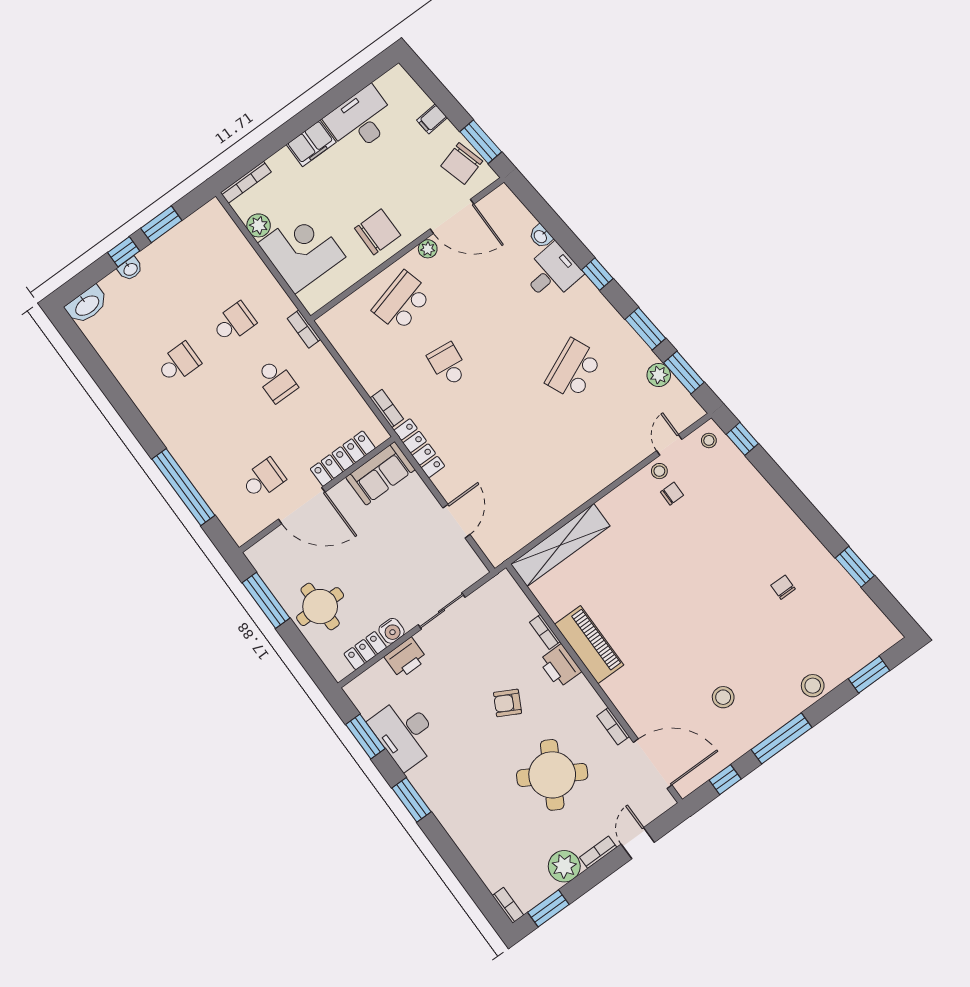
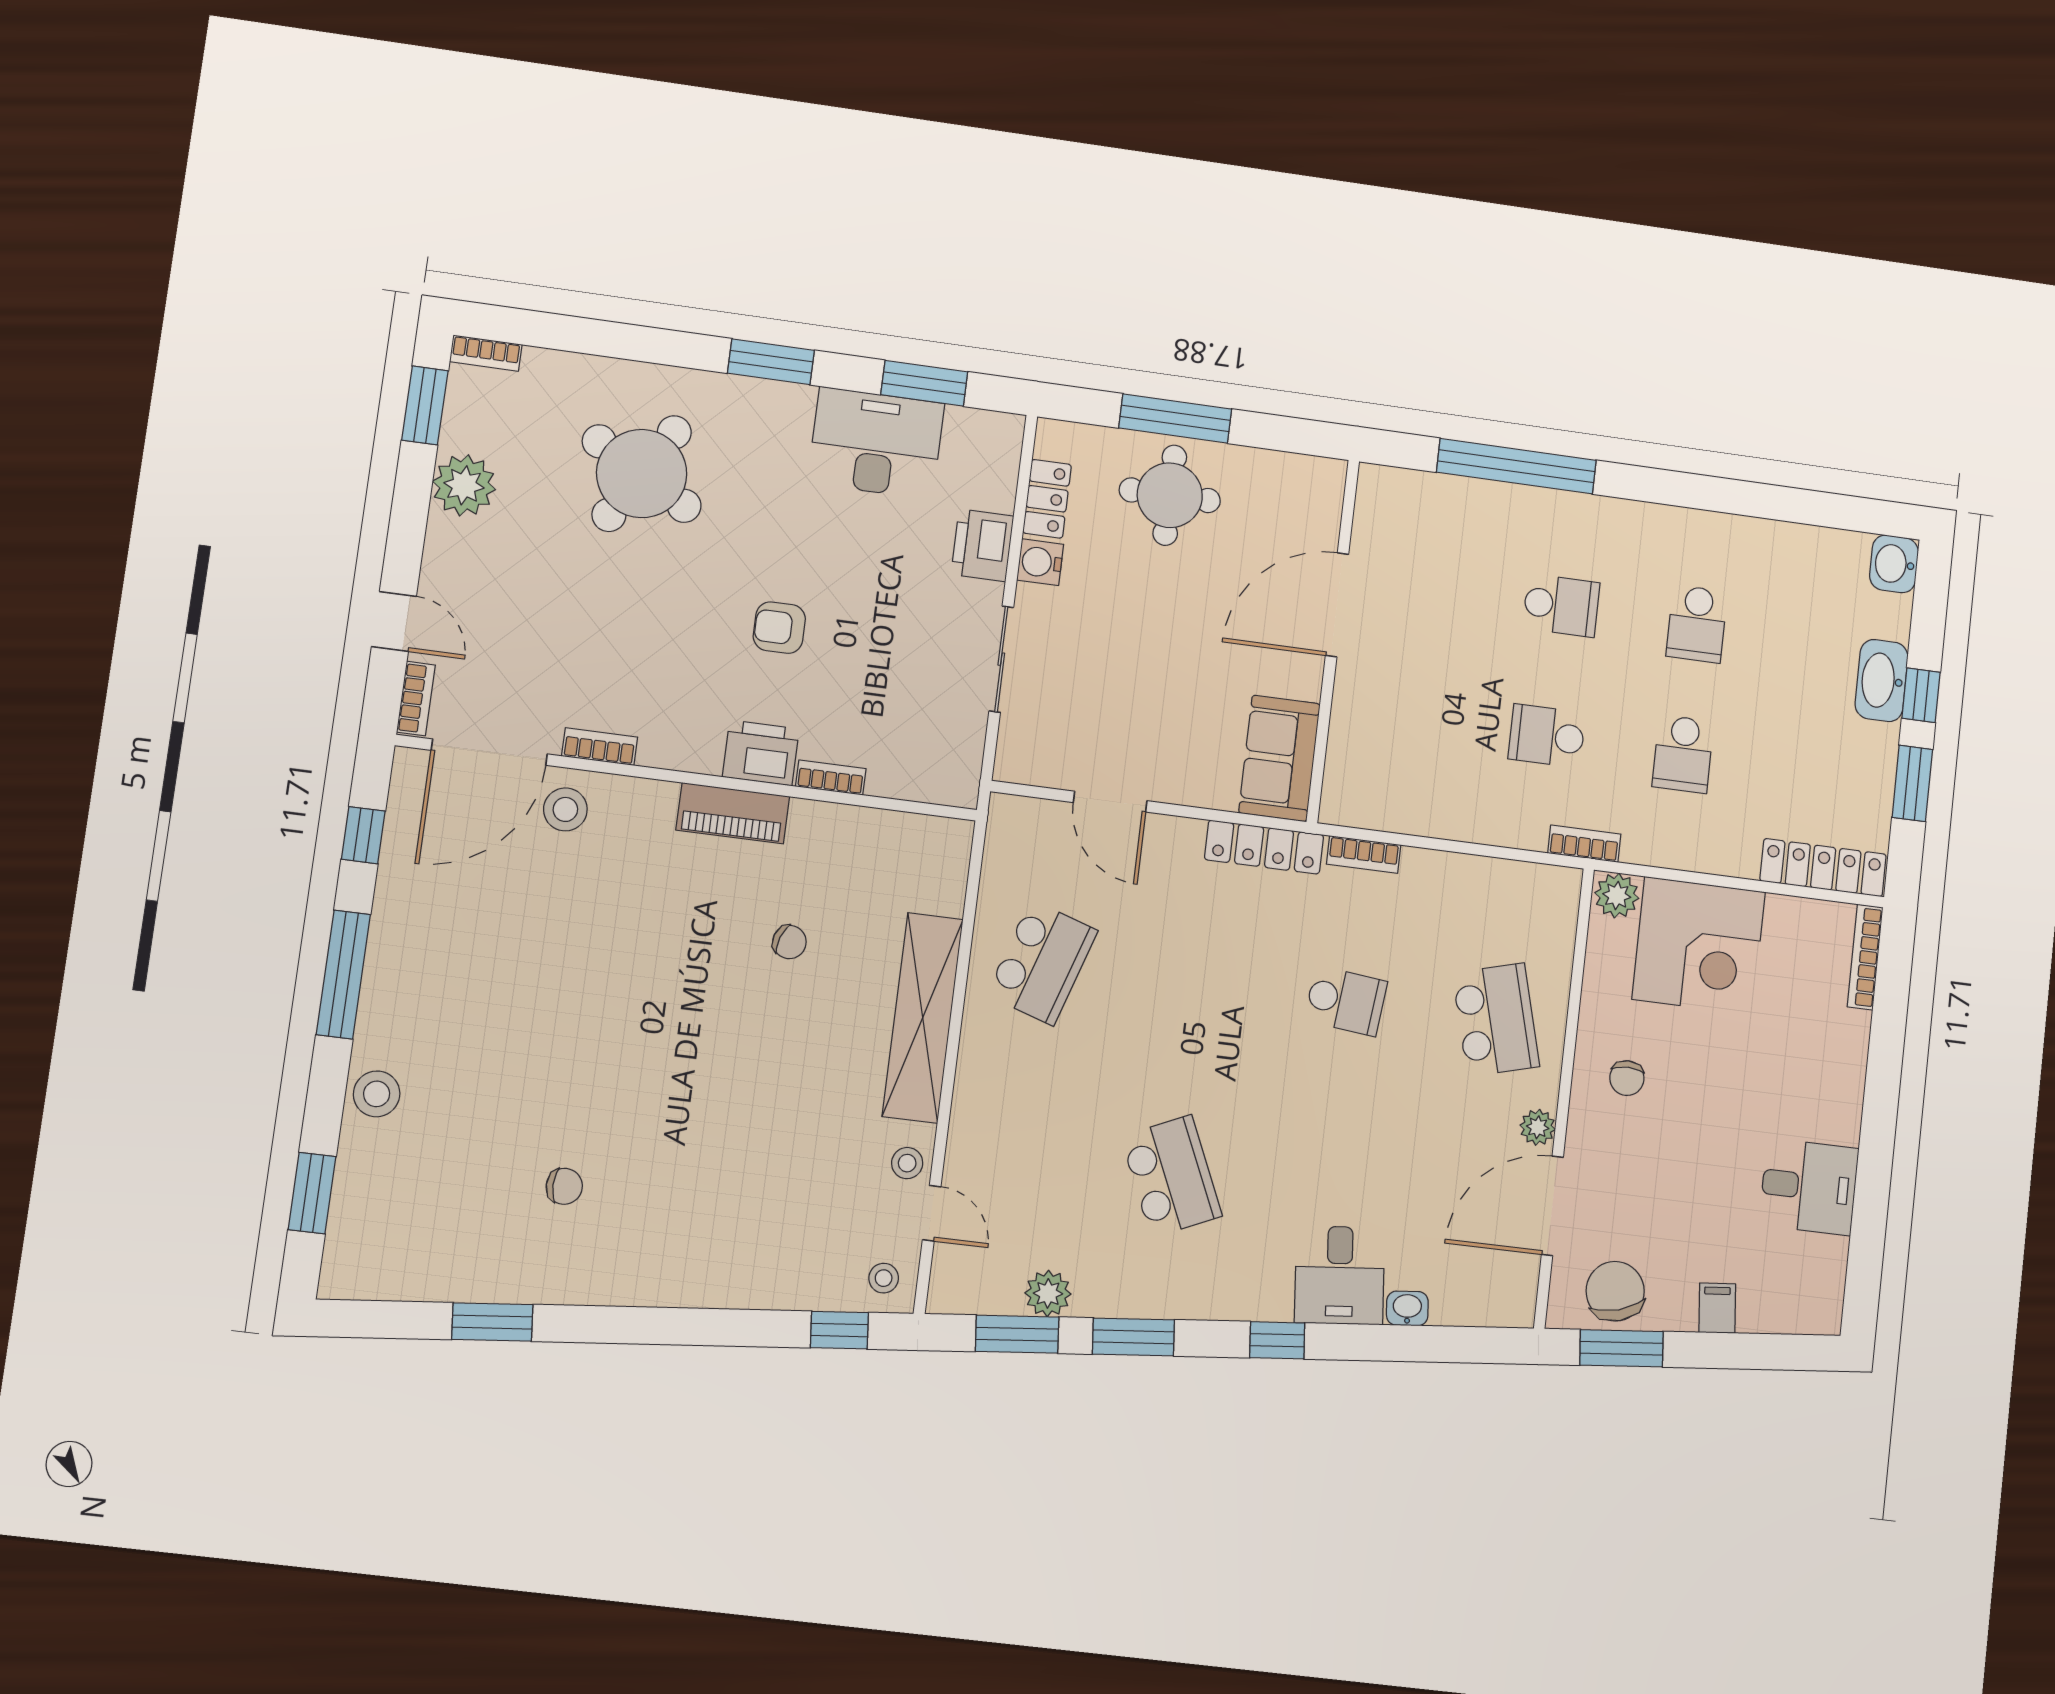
desk: (361, 120) -> (1809, 1187), width x0.73
filing cabinet: (311, 143) -> (1837, 1101), removed
plant: (259, 225) -> (1617, 896), moved
chair: (378, 232) -> (1627, 1078), width x0.54, depth x0.54
washbasin: (130, 269) -> (1881, 681), width x1.91, depth x1.45
washbasin: (87, 305) -> (1894, 564), width x0.72
locker: (343, 459) -> (1823, 868), moved, turned -90
school desk: (263, 479) -> (1561, 605), moved, turned -90
school desk: (540, 490) -> (1042, 963), added
chair: (672, 494) -> (789, 942), moved, turned -71
shelving: (560, 545) -> (923, 1018), moved
window: (266, 600) -> (1175, 418), moved
piano: (589, 645) -> (733, 813), width x0.73, depth x0.75
stool: (723, 697) -> (565, 809), moved
armchair: (507, 703) -> (779, 628), turned -118
round table: (552, 775) -> (642, 474), moved
bookcase: (598, 852) -> (416, 699), moved

